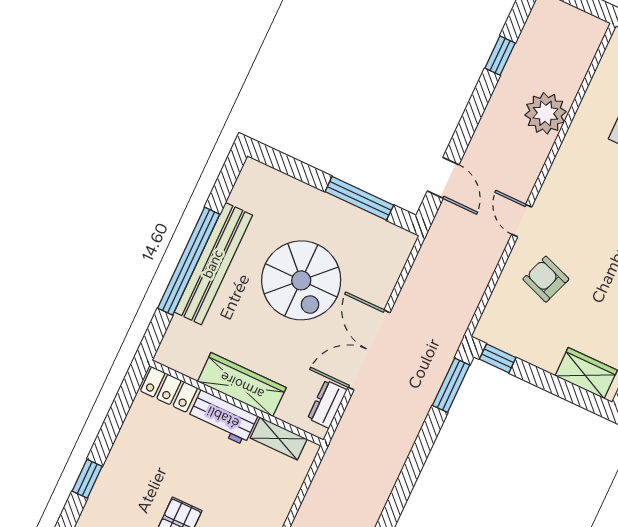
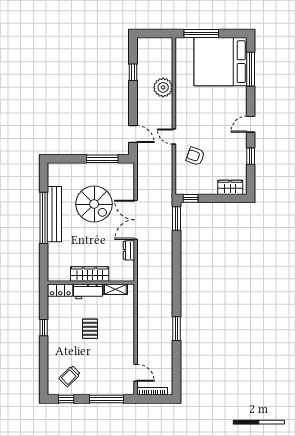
wardrobe: (242, 385) -> (90, 274), moved
locker: (169, 389) -> (60, 290), moved
wall: (237, 403) -> (91, 283), moved
workbench: (223, 417) -> (88, 291), moved
shelving: (279, 439) -> (115, 289), moved

